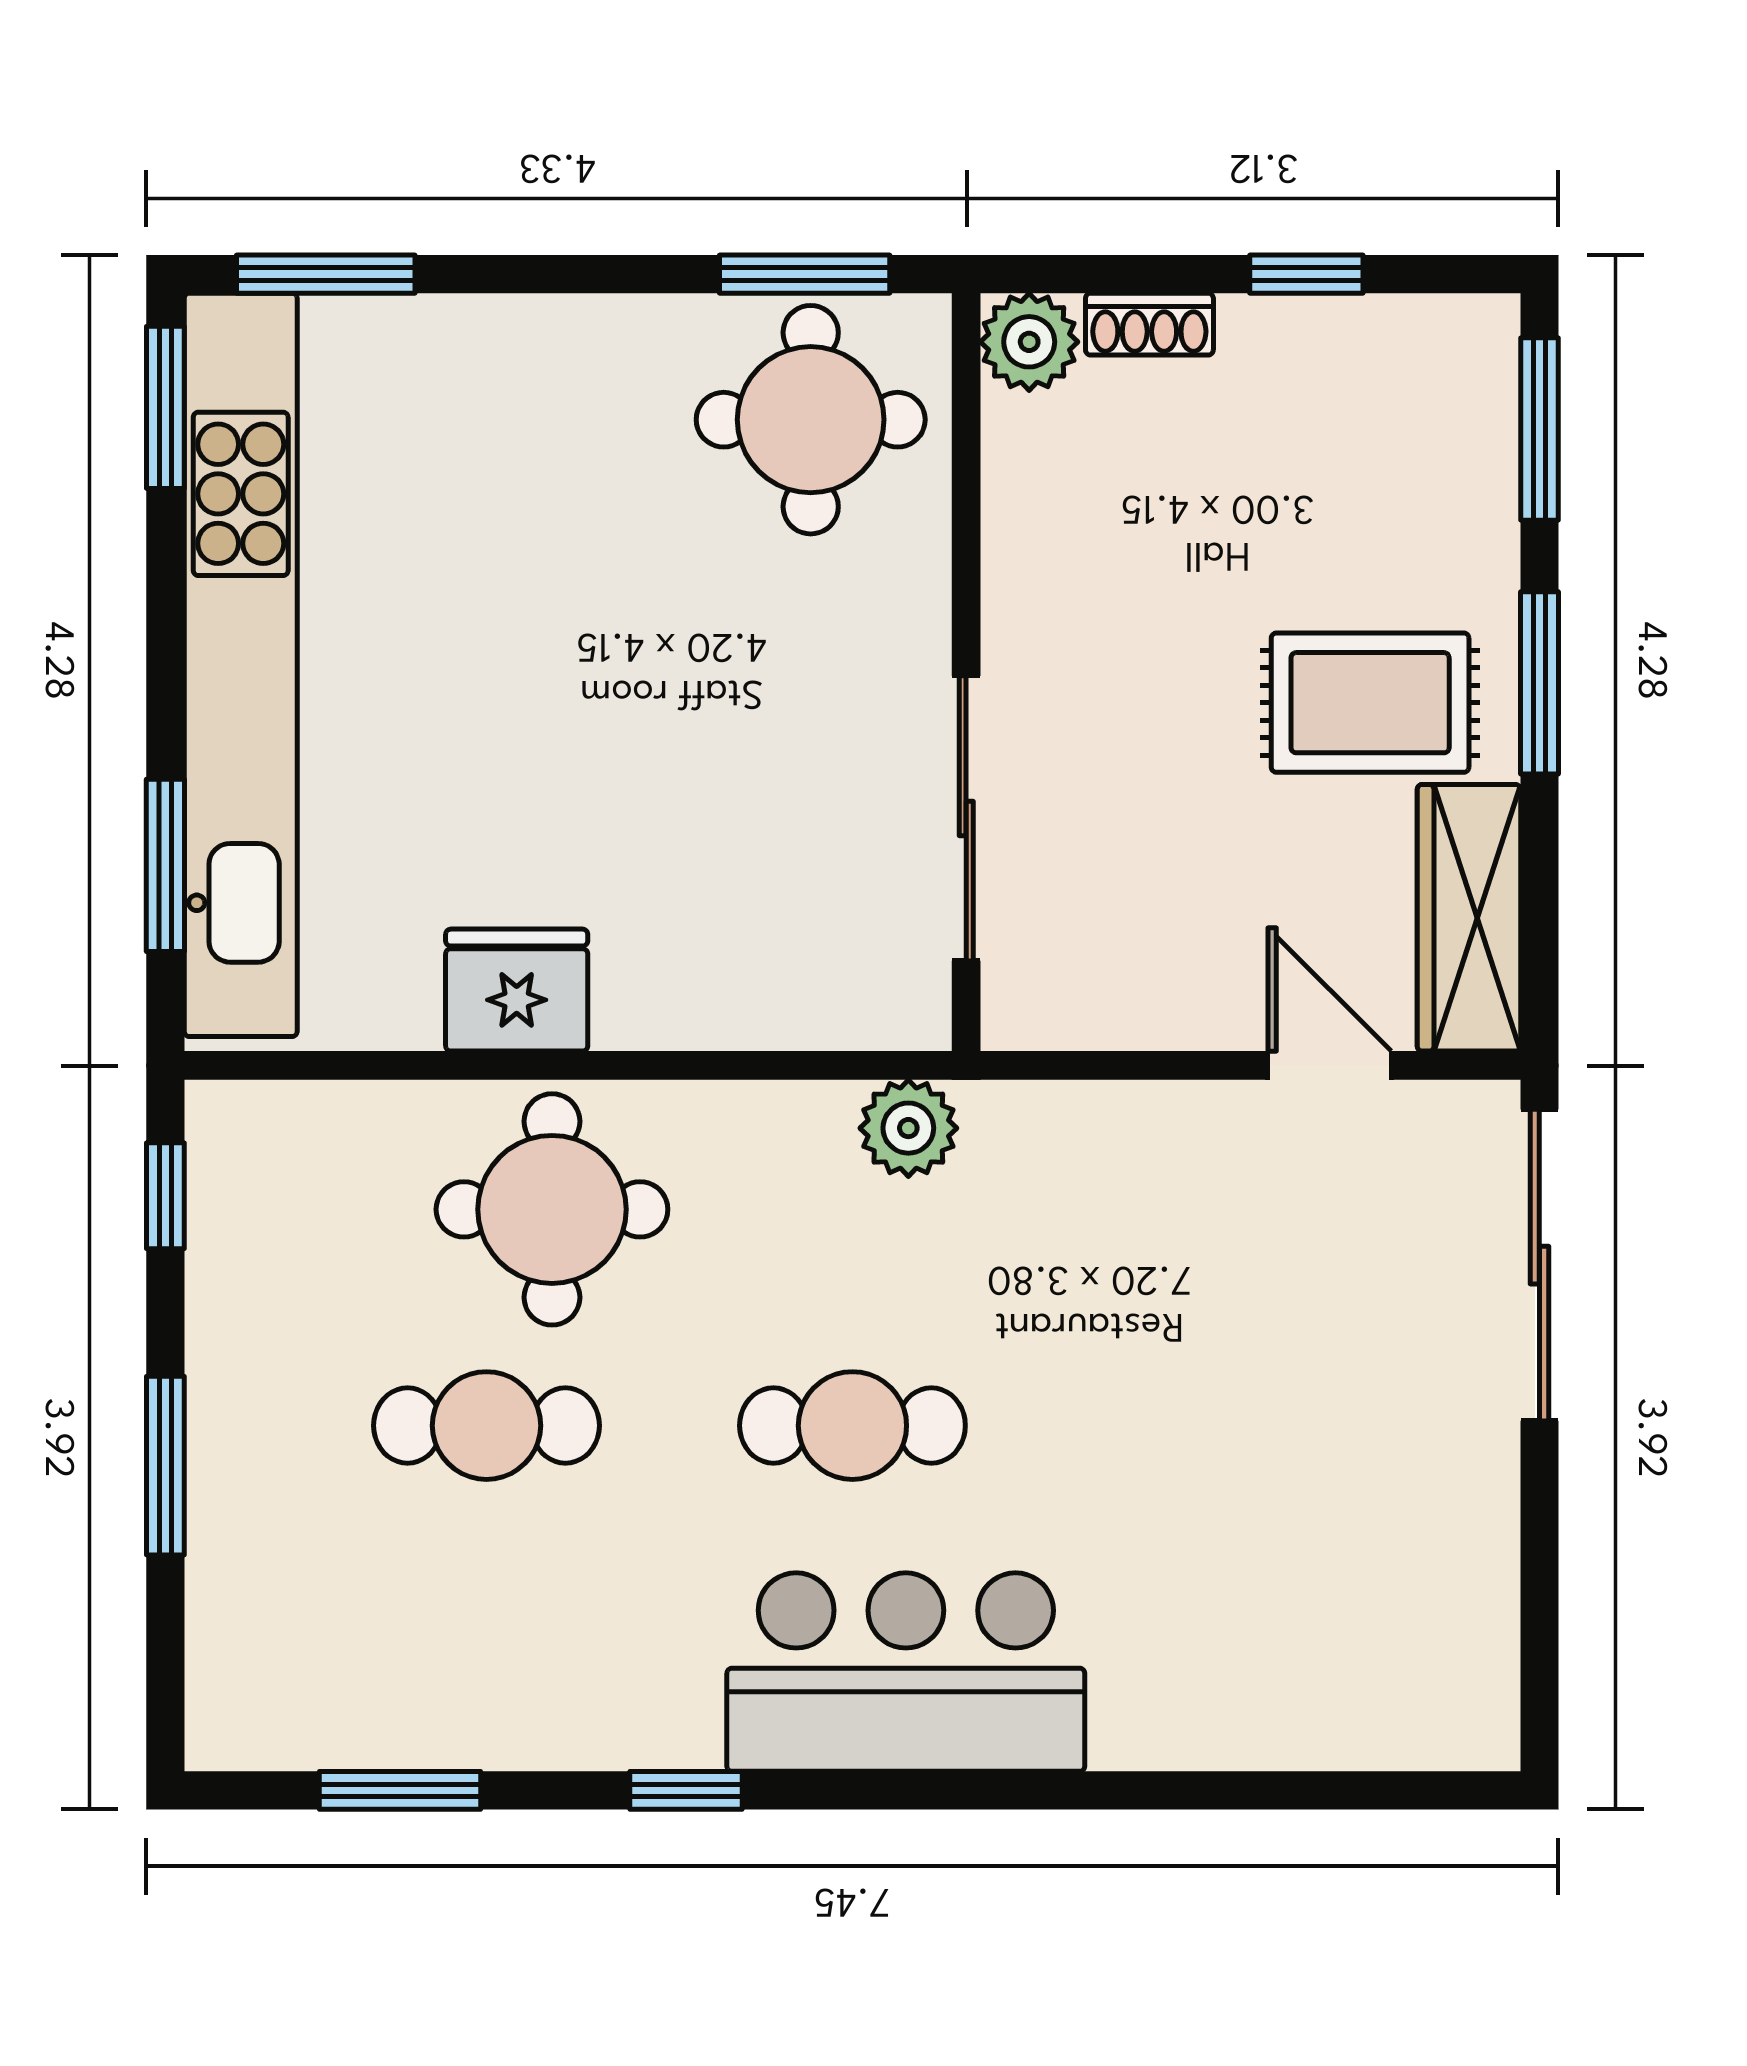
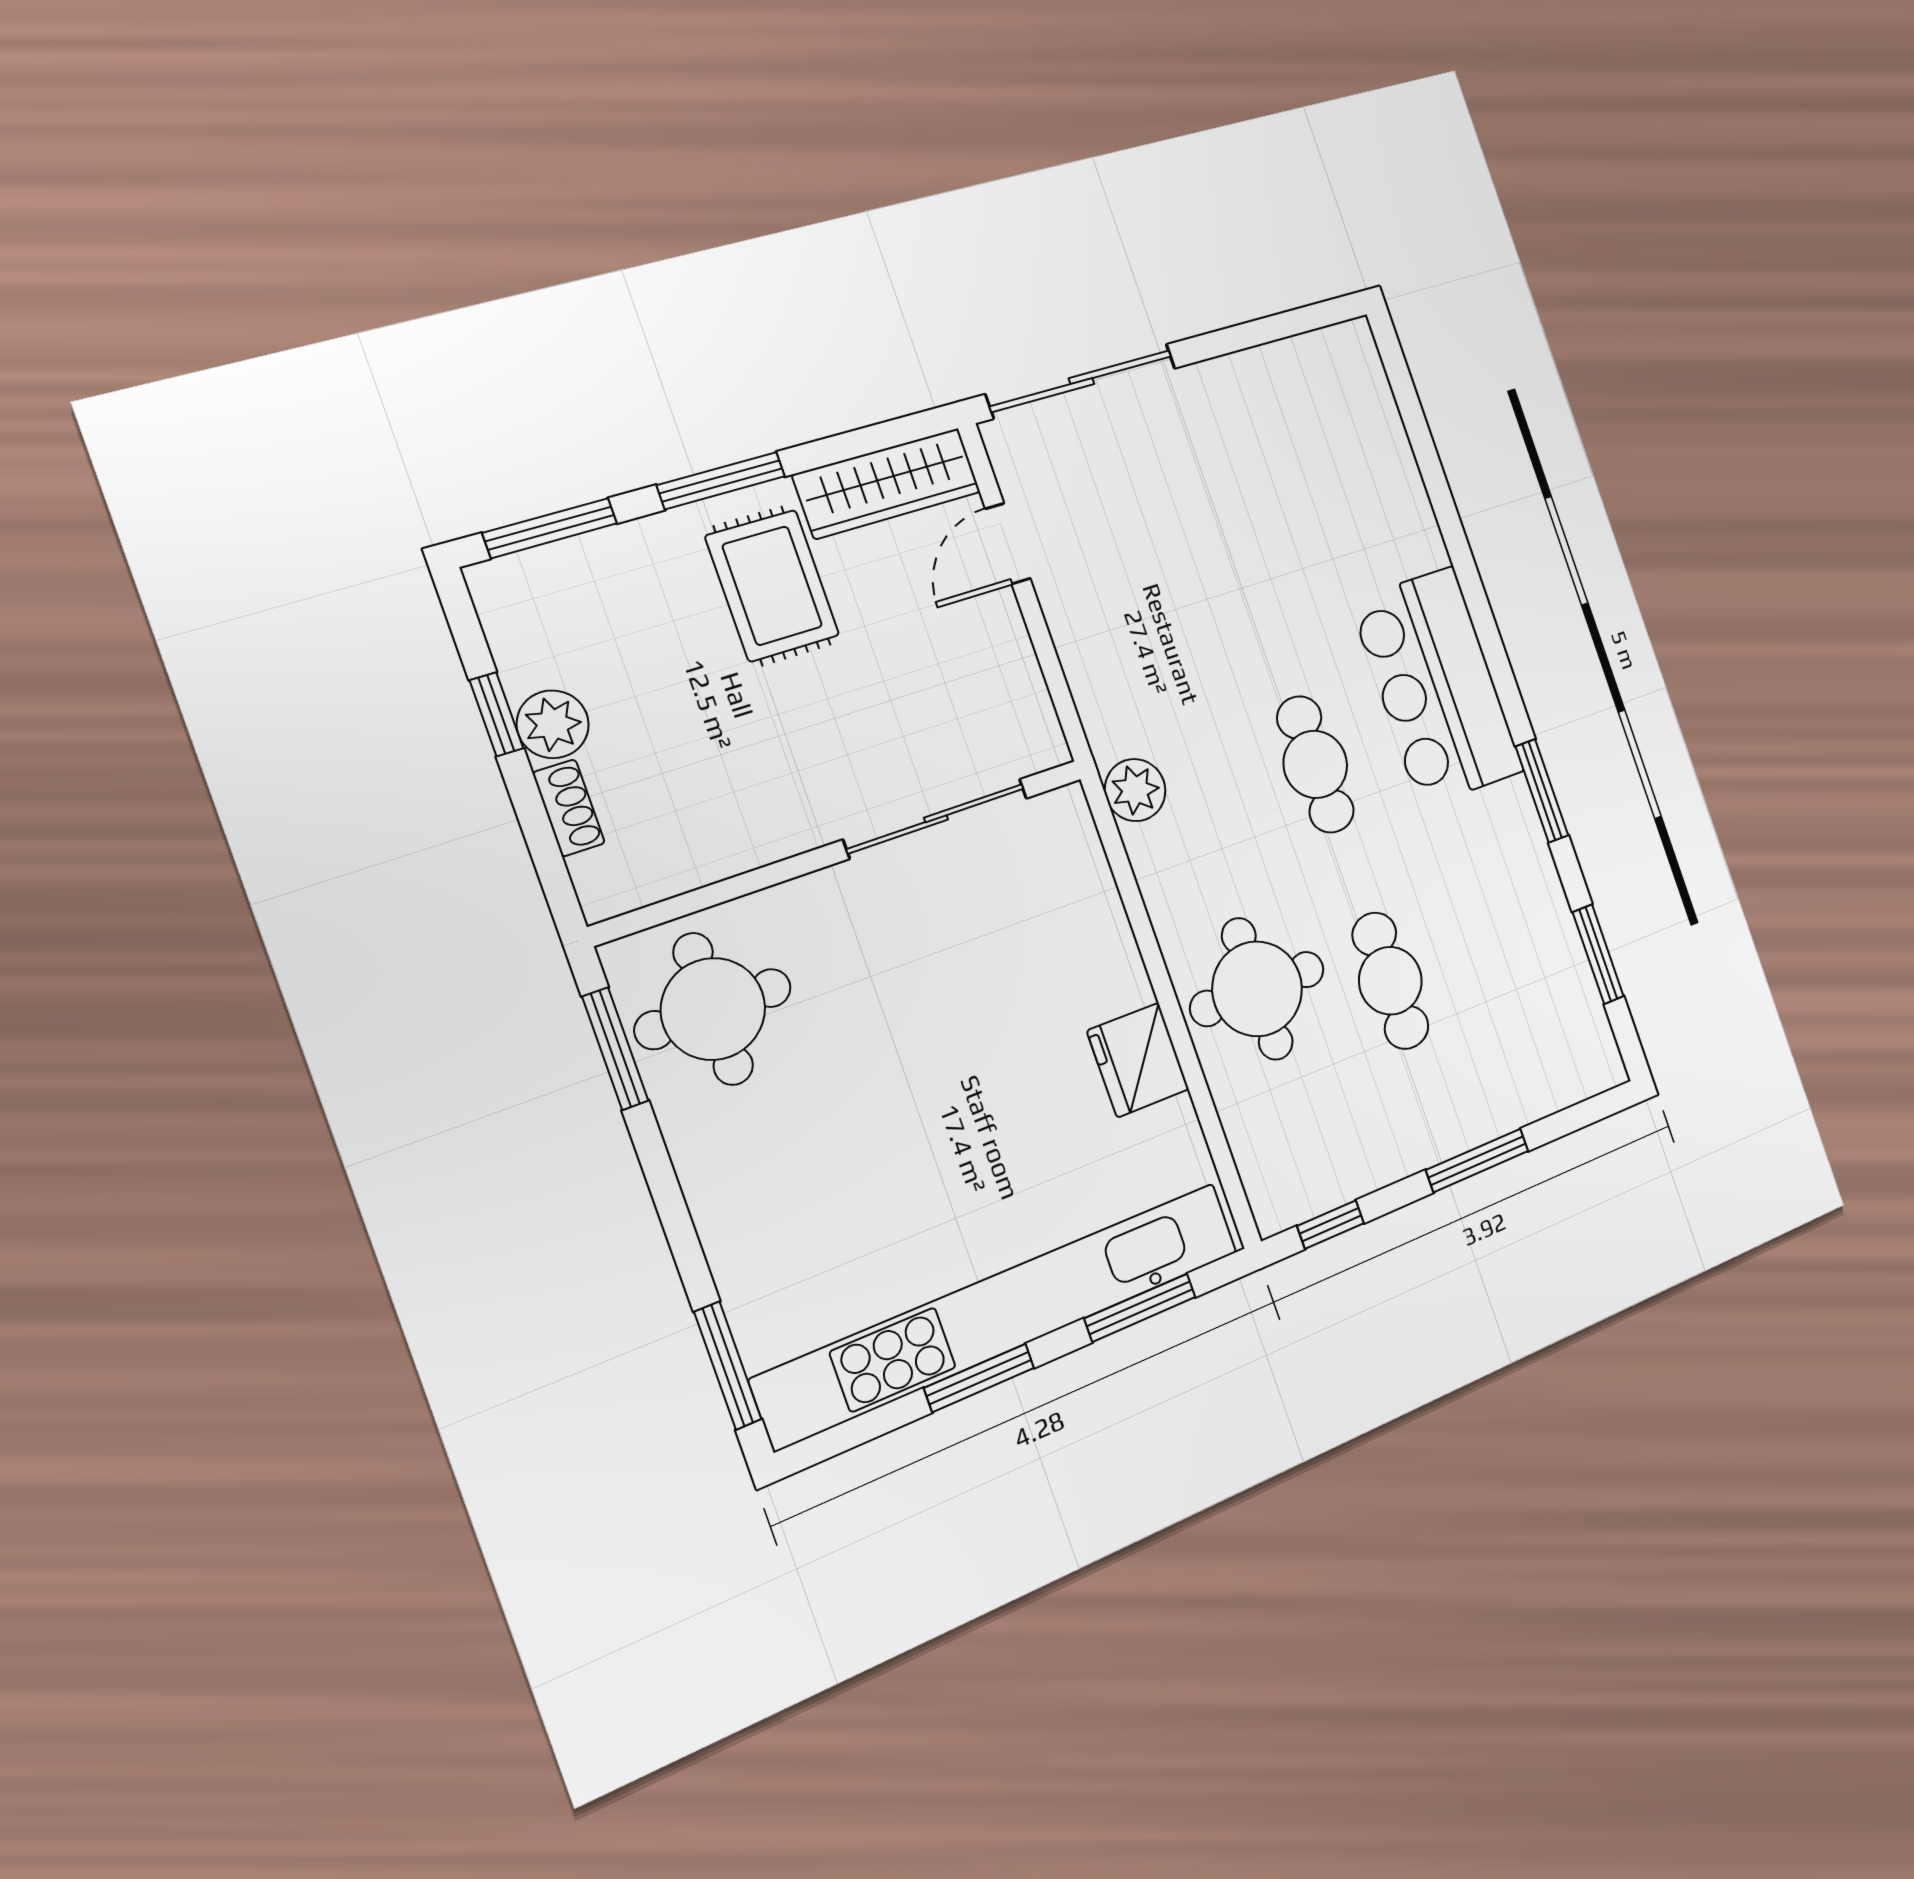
plant: (1029, 342) -> (553, 724), moved
window: (165, 407) -> (979, 1378), moved
window: (686, 1790) -> (1542, 791), width x1.50

